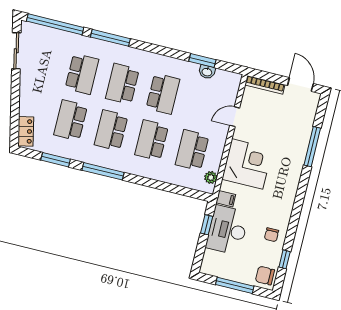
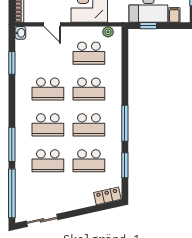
washbasin: (207, 72) -> (20, 33), moved
school desk: (82, 74) -> (48, 161), turned 180
school desk: (163, 94) -> (48, 89), turned 180
filing cabinet: (226, 199) -> (174, 15), moved

